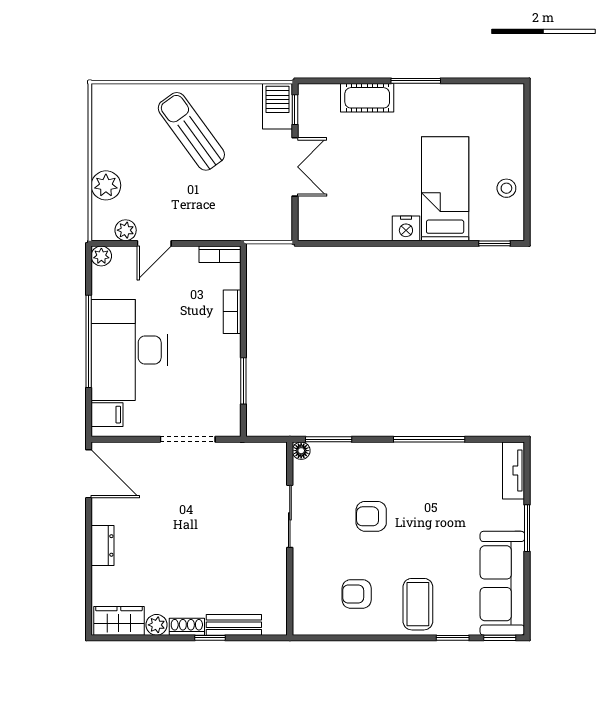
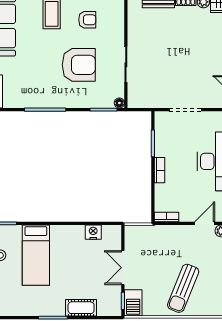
sun lounger: (191, 131) -> (183, 288), turned 58
nightstand: (406, 228) -> (93, 232), moved
bookcase: (232, 312) -> (160, 170), moved
armchair: (371, 516) -> (79, 65), width x1.88, depth x1.88

